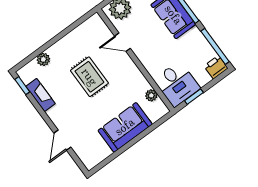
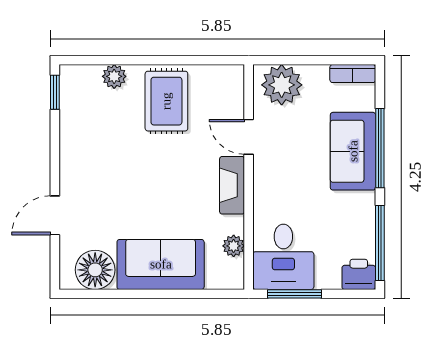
rug: (89, 77) -> (166, 101), moved
fireplace: (40, 95) -> (232, 185), moved, turned 180
window: (194, 97) -> (295, 294), width x1.50
floor lamp: (98, 151) -> (95, 270), added

